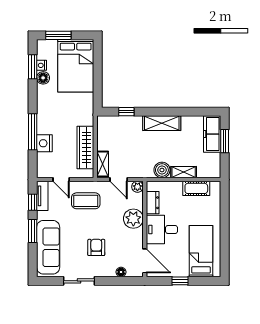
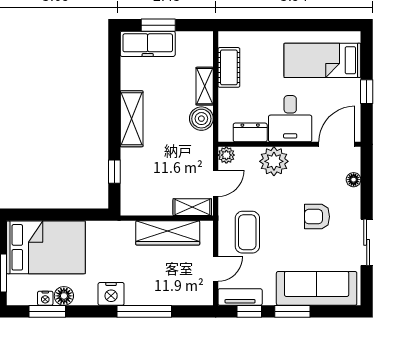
nightstand: (44, 143) -> (111, 294), moved

